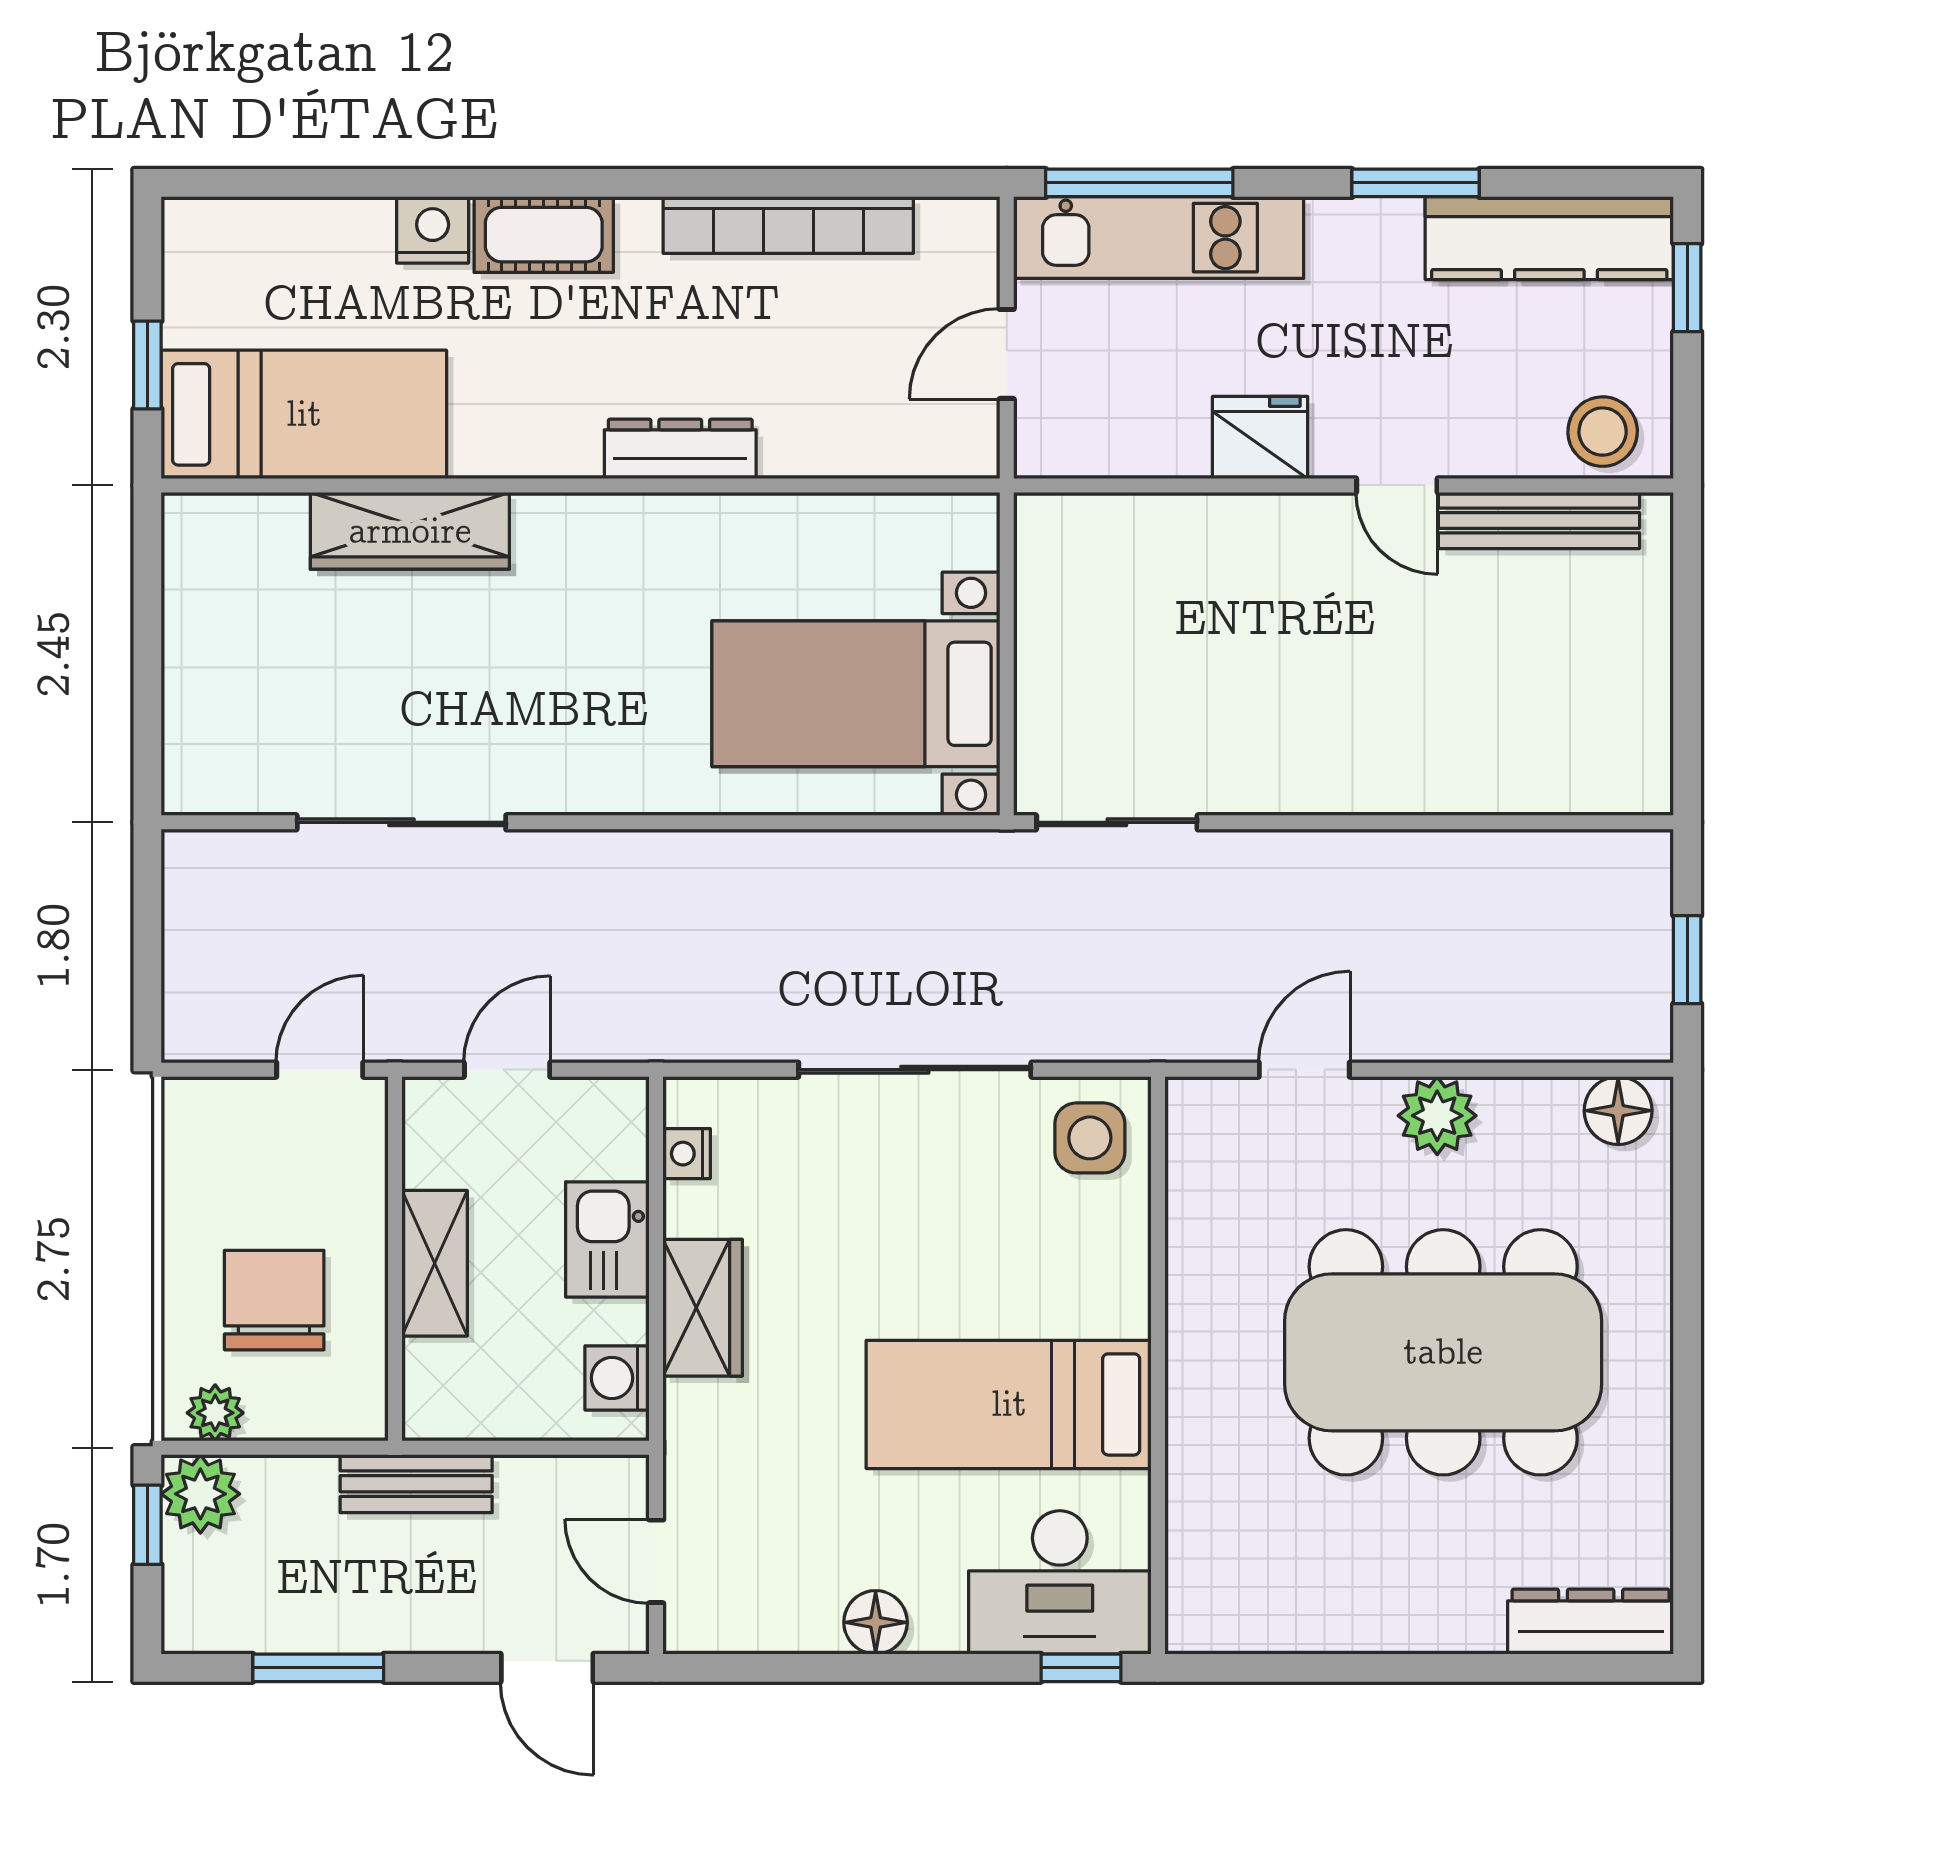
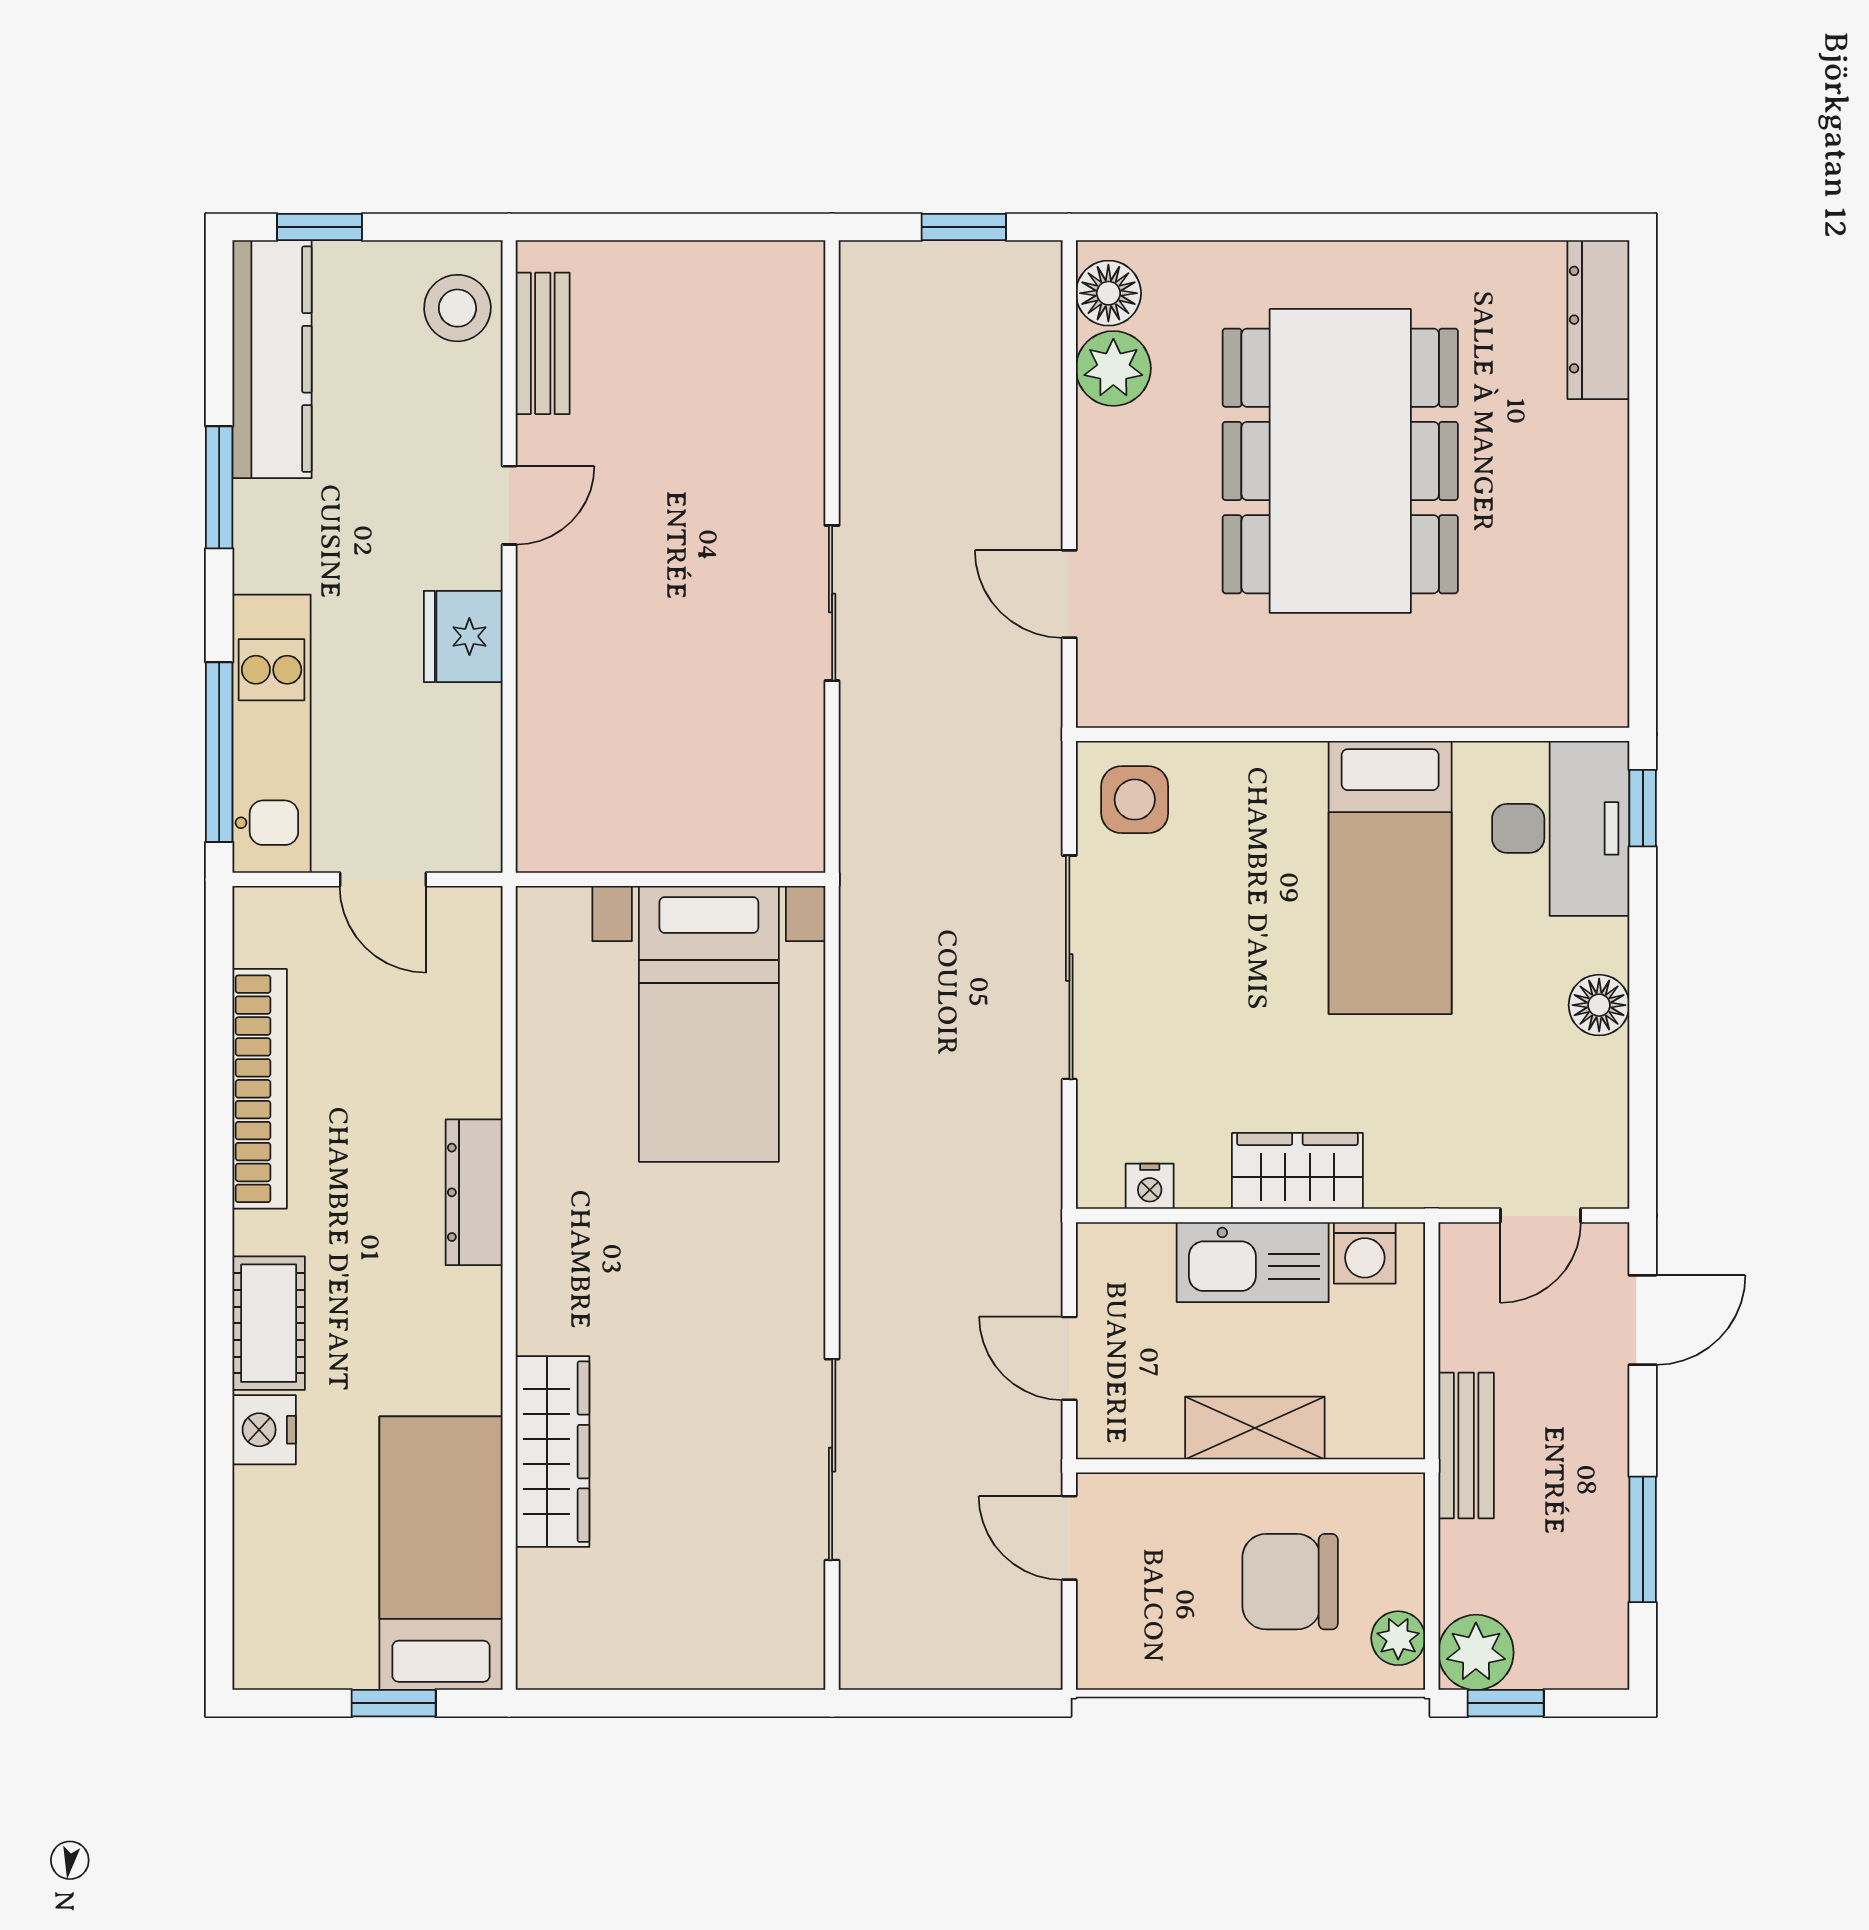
bench: (1539, 520) -> (543, 343), width x0.73
sliding door: (1117, 822) -> (832, 603), moved
plant: (1437, 1116) -> (1113, 368), moved
kitchen sink: (607, 1239) -> (1253, 1262), width x1.38

